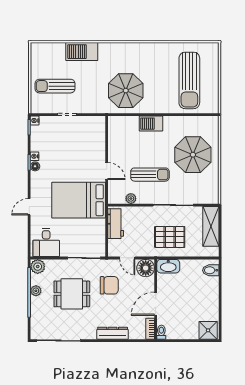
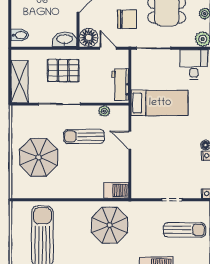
barbecue: (151, 124) -> (116, 190), moved
bed: (79, 200) -> (160, 103), width x0.67
chair: (109, 285) -> (127, 19), turned 180

